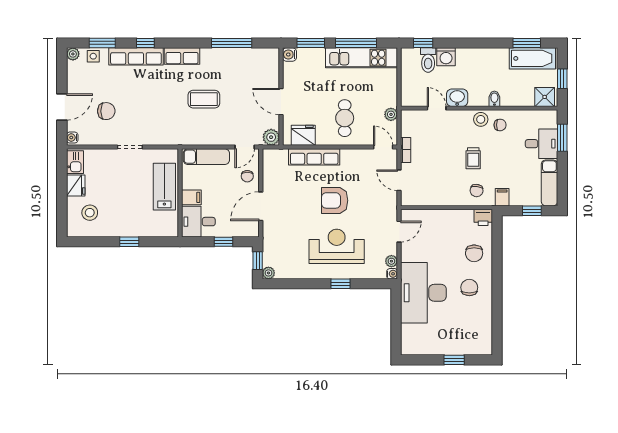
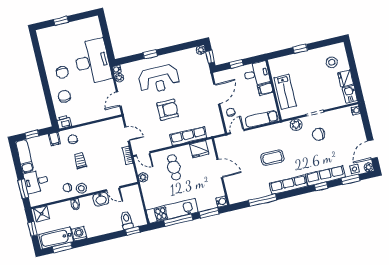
row of seats: (182, 56) -> (289, 185), width x1.48
washing machine: (446, 57) -> (79, 234), moved
door: (62, 107) -> (372, 149), moved
chair: (106, 111) -> (319, 134), moved
plant: (271, 137) -> (296, 125), moved

